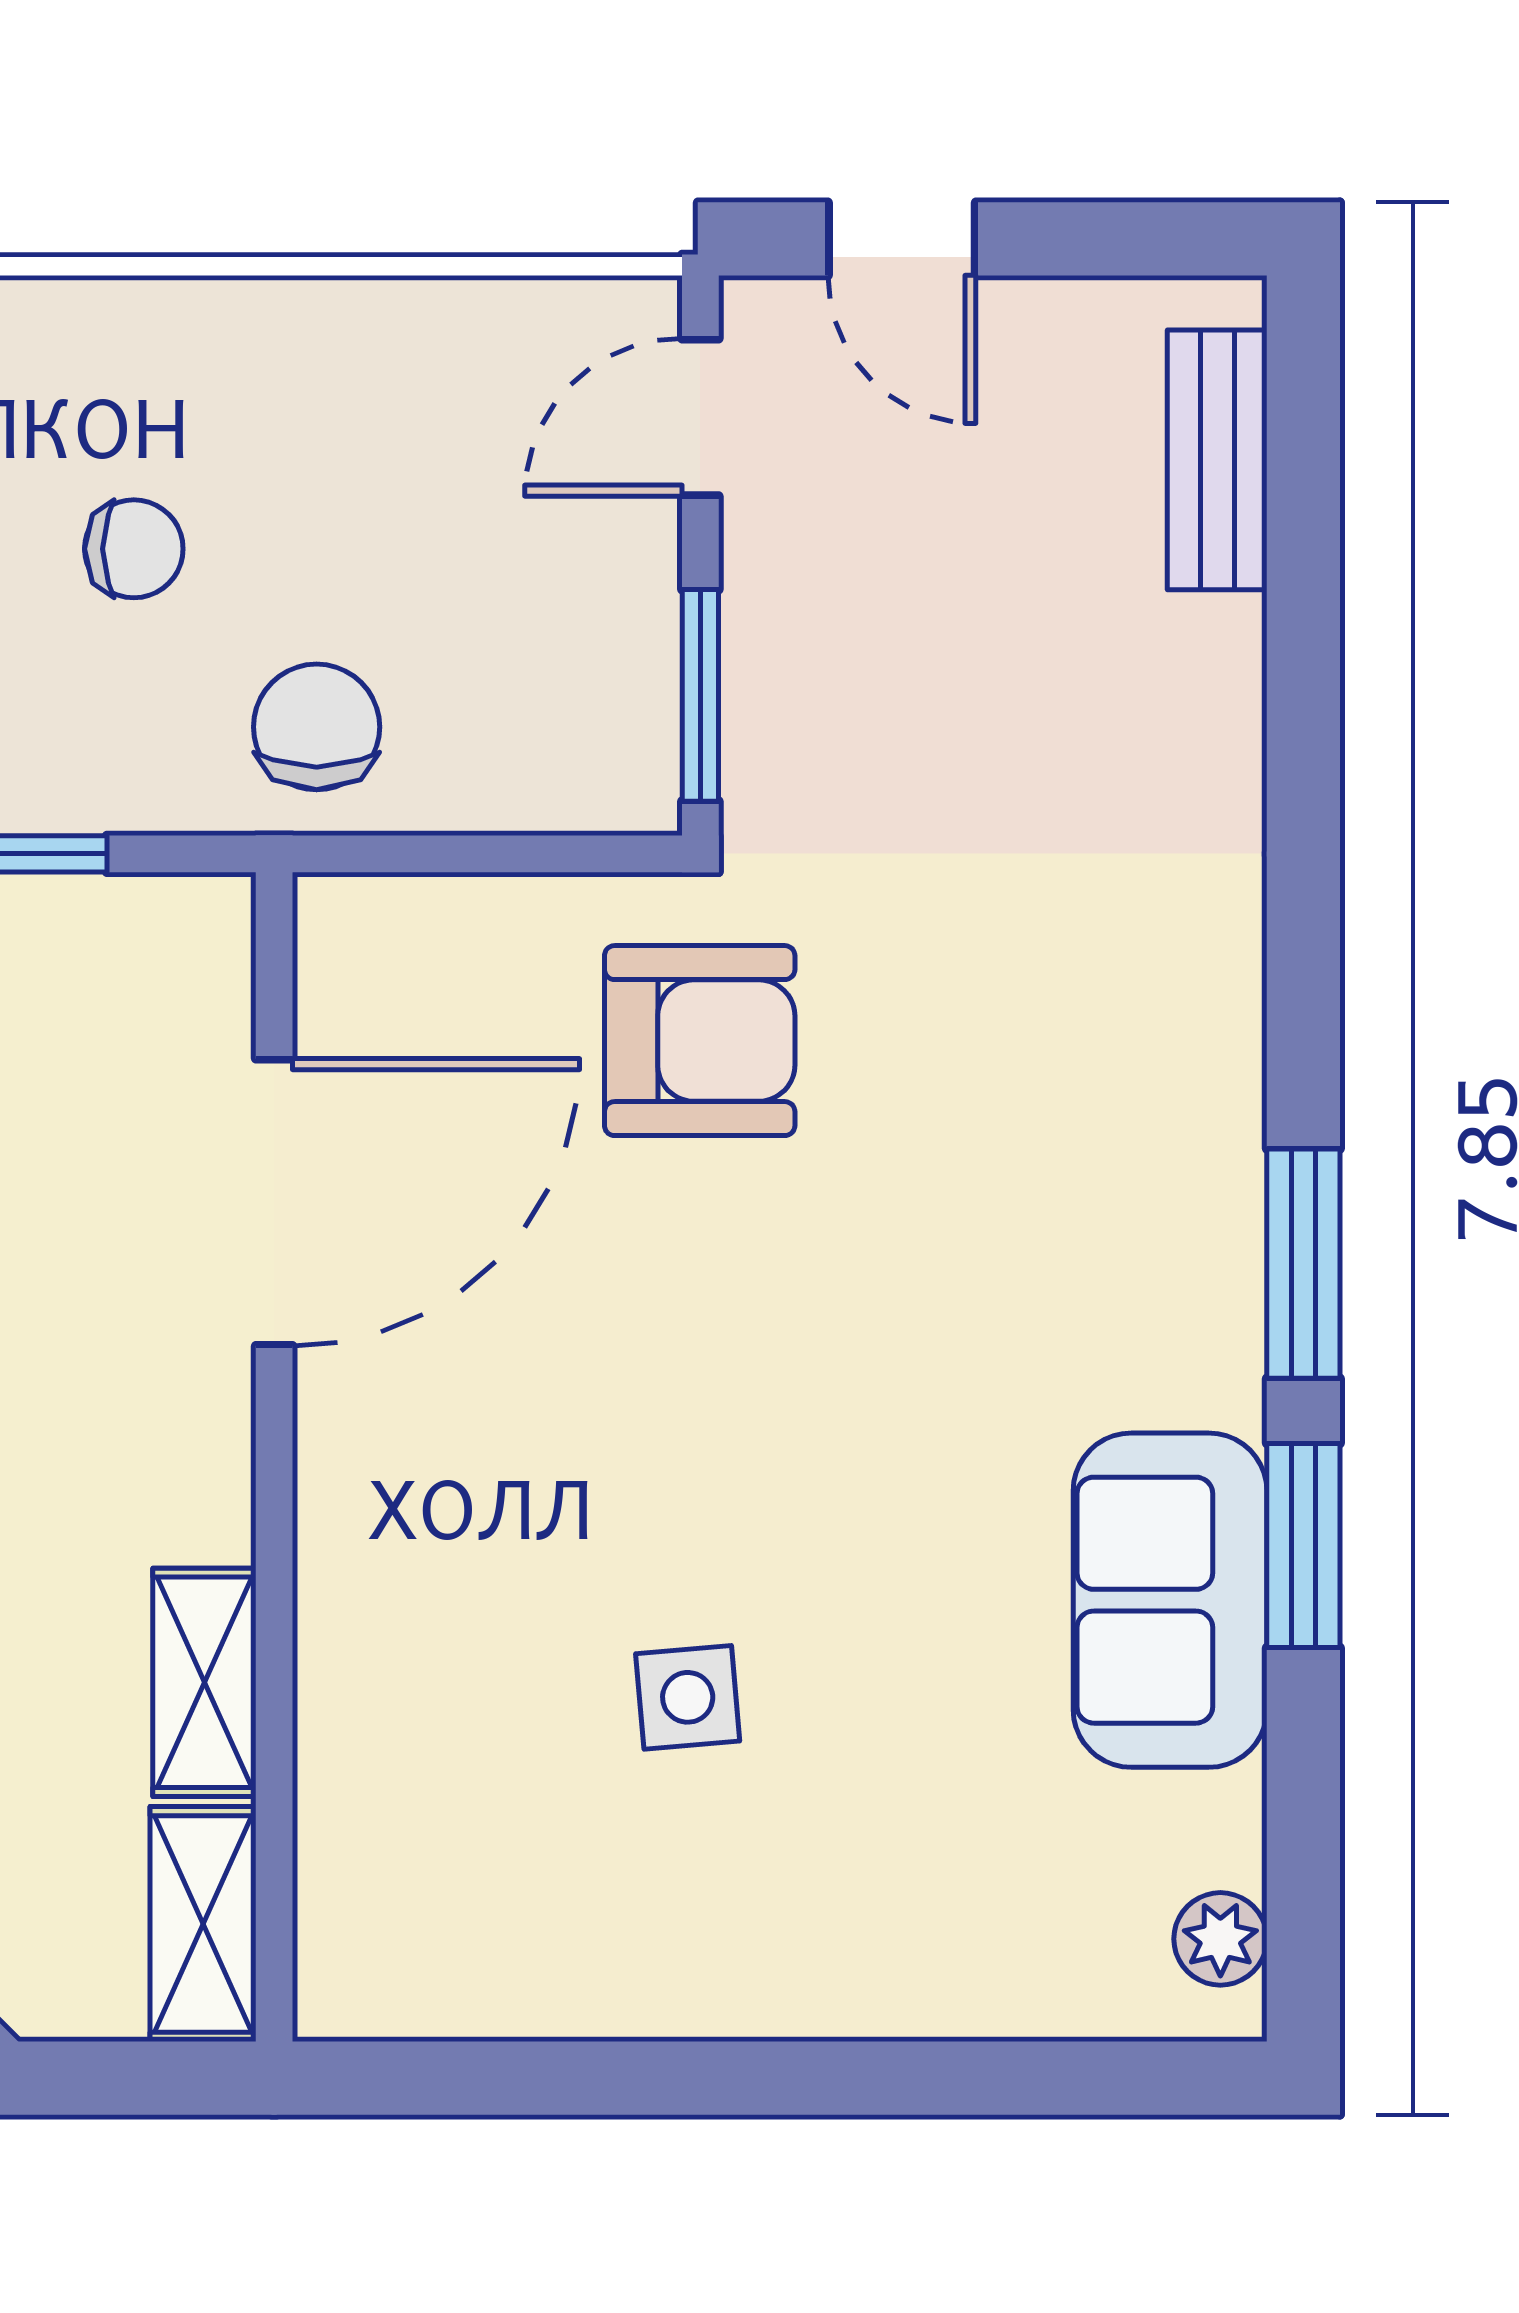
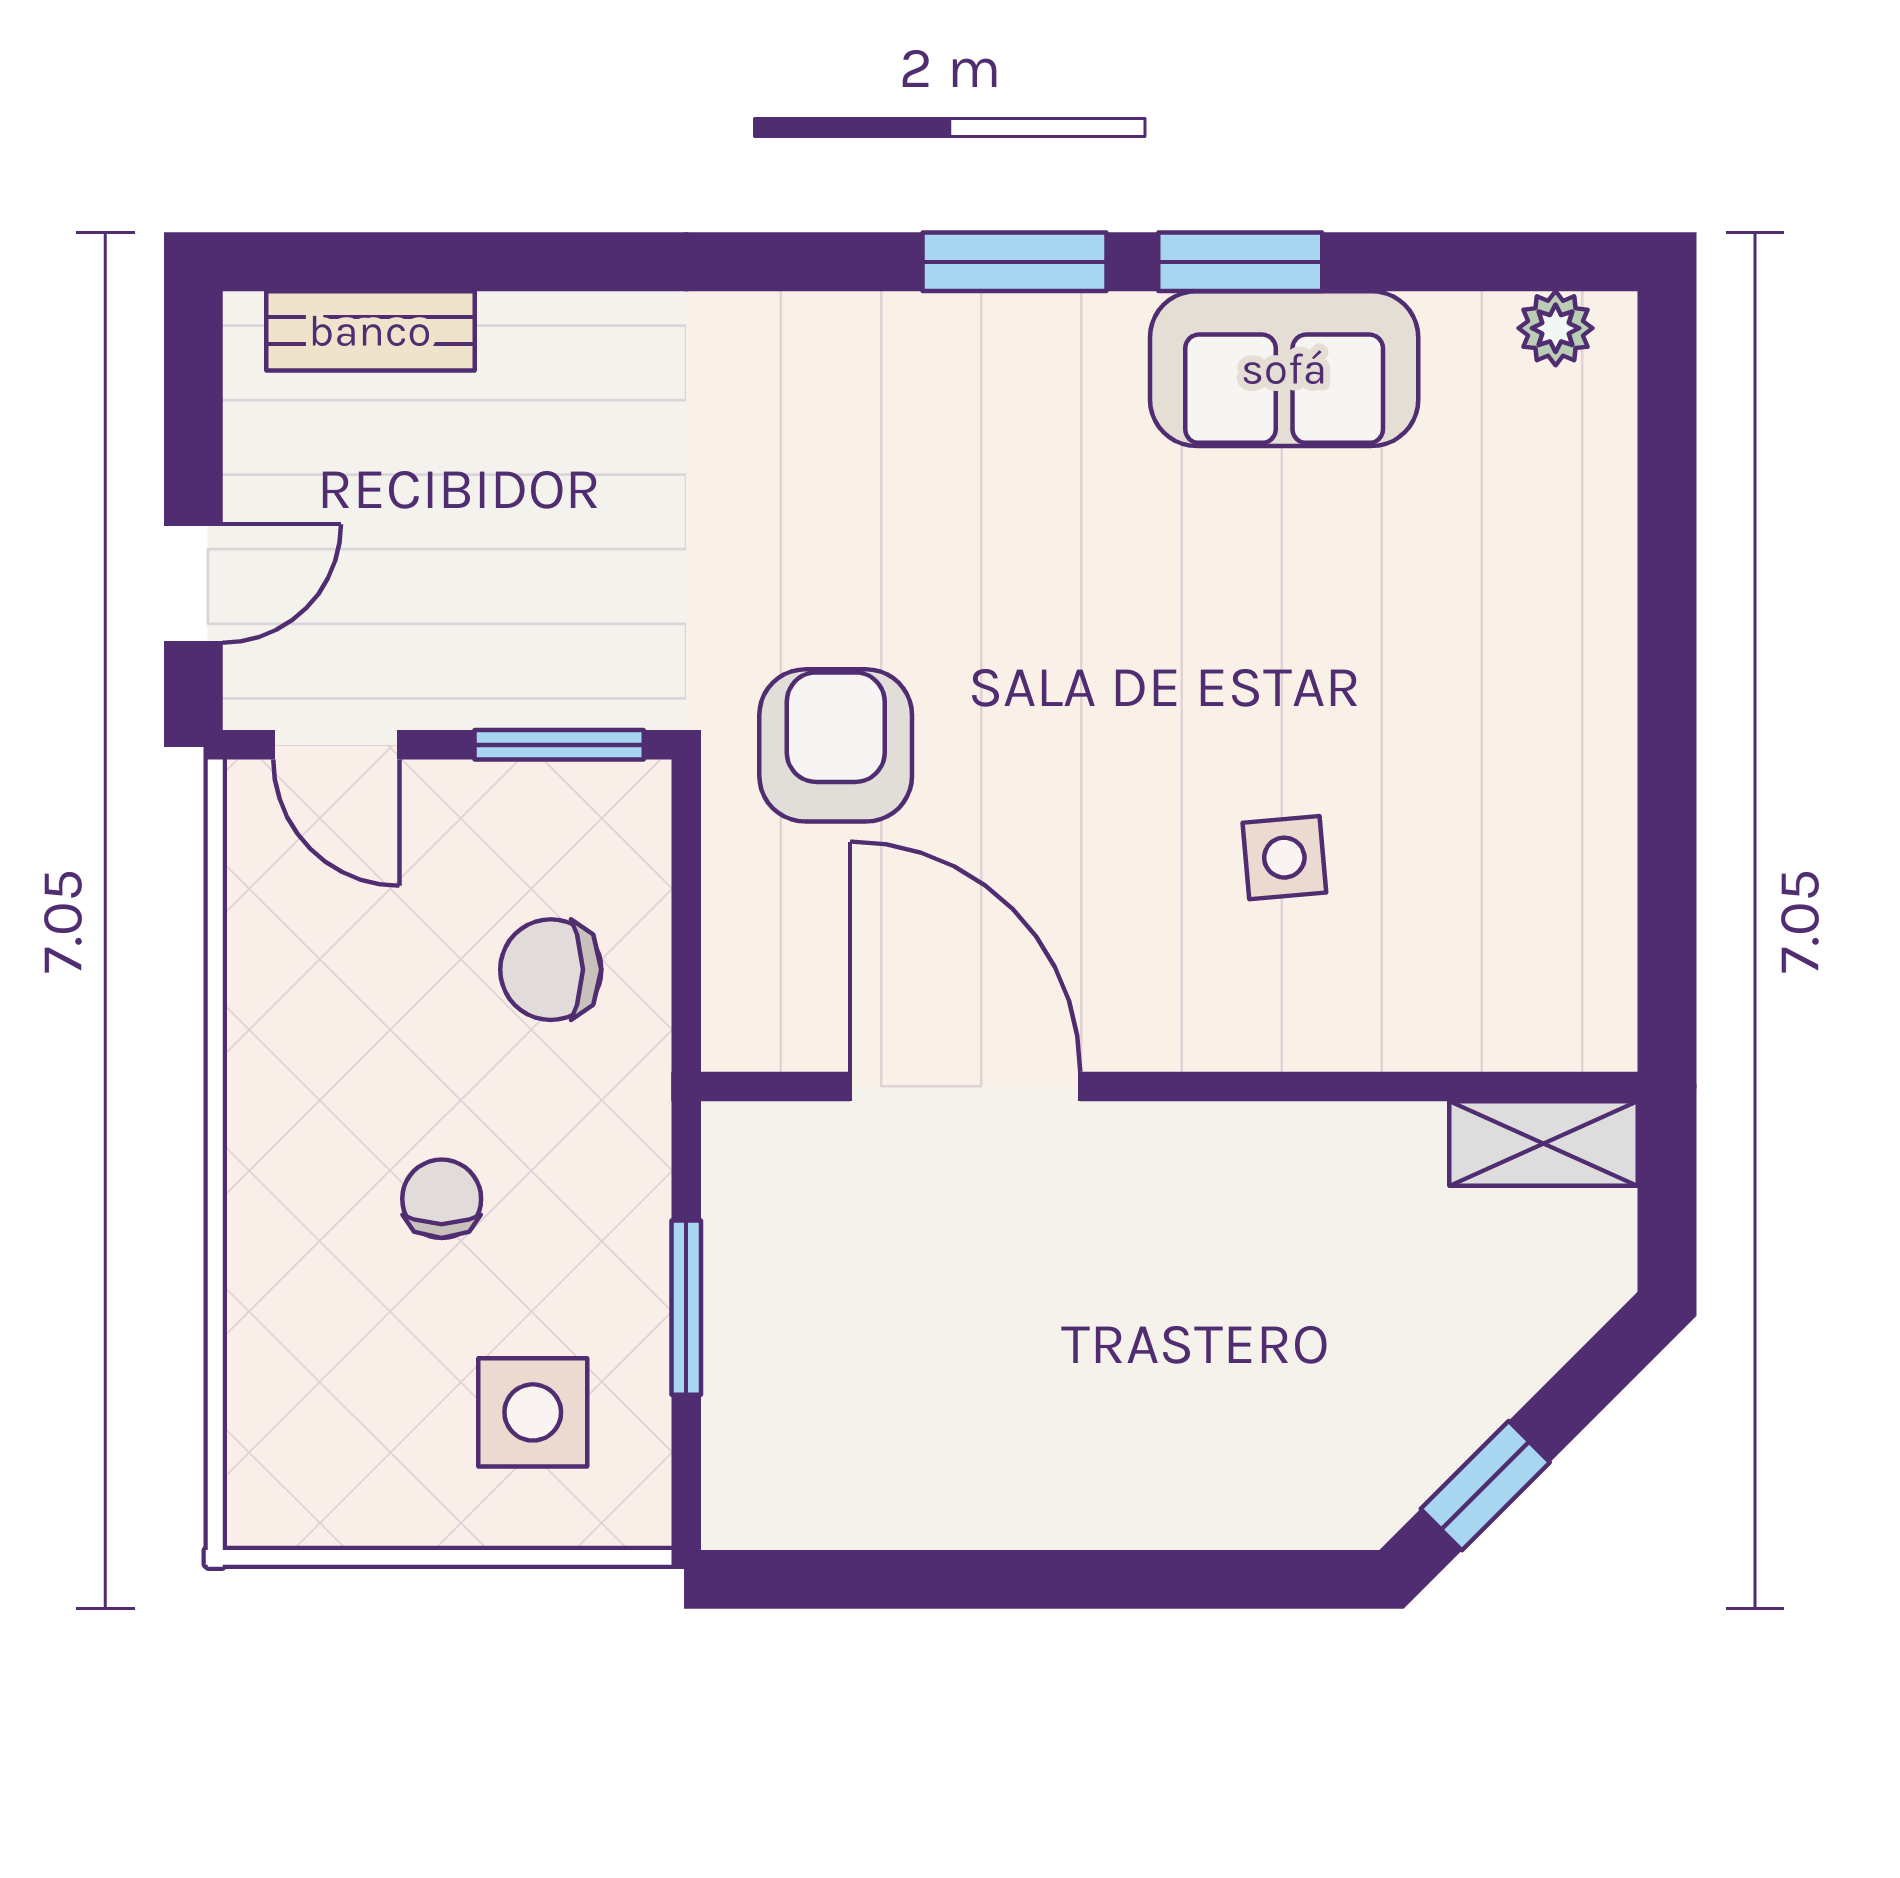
chair: (317, 727) -> (551, 970), moved
shelving: (204, 1682) -> (1350, 1142), removed
side table: (688, 1697) -> (1284, 858), moved

